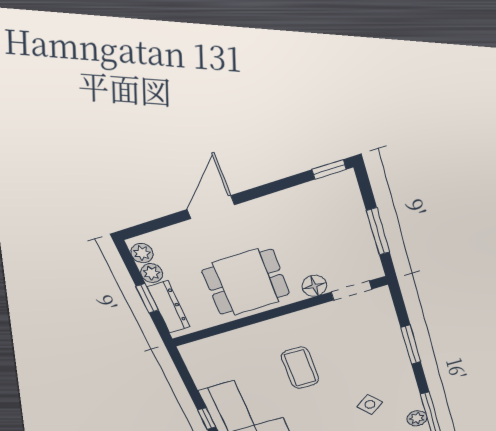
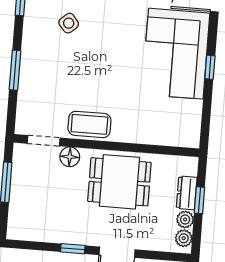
window: (329, 169) -> (73, 249), moved
dresser: (169, 307) -> (187, 193), width x0.70
coffee table: (300, 368) -> (89, 124), moved, turned 90

